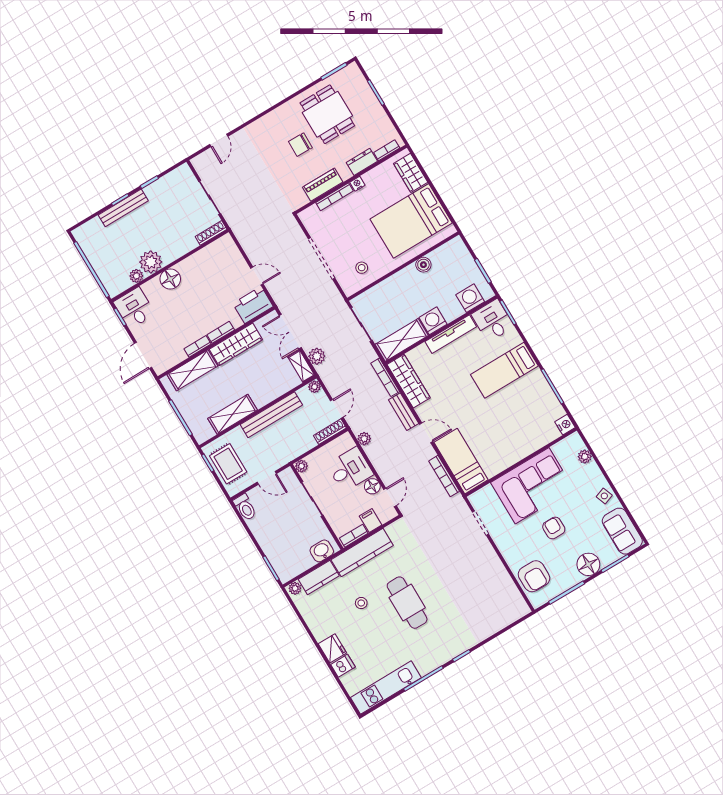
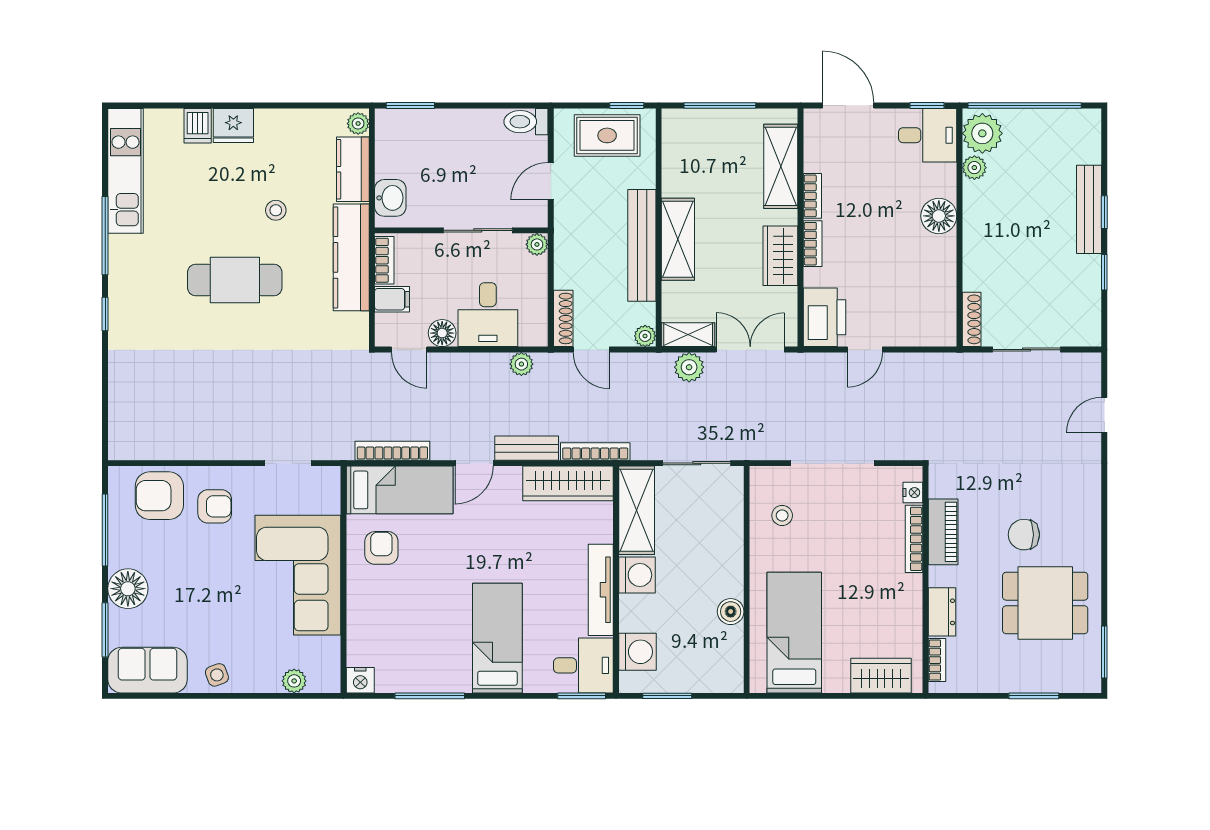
door: (219, 140) -> (1104, 415), hinge flipped
chair: (300, 145) -> (1024, 535), turned -91
nightstand: (357, 184) -> (913, 493), moved
bed: (411, 221) -> (794, 633), width x0.67
plant: (151, 262) -> (982, 133), moved
wardrobe: (236, 344) -> (780, 256), width x0.67
shelving: (232, 414) -> (678, 239), moved
armchair: (495, 453) -> (381, 548), added
armchair: (554, 528) -> (215, 506), moved

